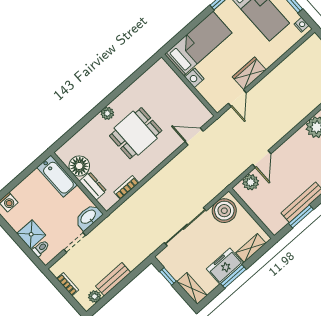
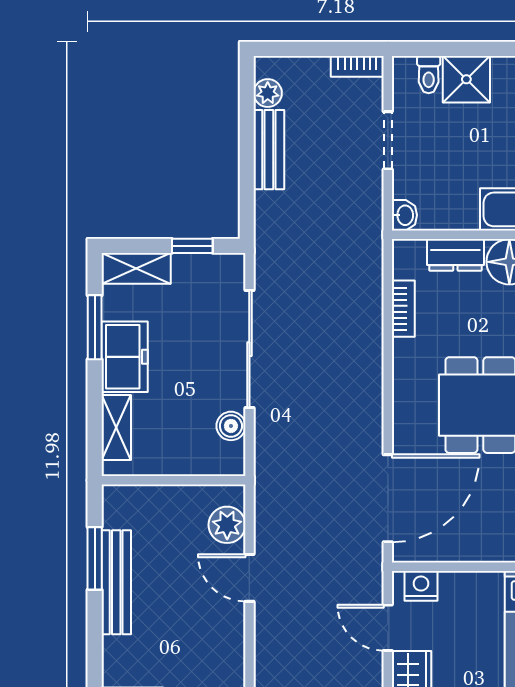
nightstand: (194, 78) -> (421, 586), moved
door: (194, 136) -> (388, 498), width x1.87
boiler: (224, 211) -> (231, 426), width x0.54, depth x0.54
washbasin: (88, 217) -> (404, 215), width x0.52, depth x0.69
window: (233, 276) -> (95, 327), moved
bookcase: (68, 284) -> (357, 66), moved

